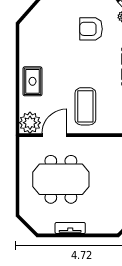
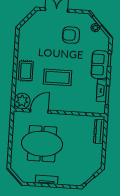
coffee table: (85, 106) -> (58, 77), moved, turned 90

